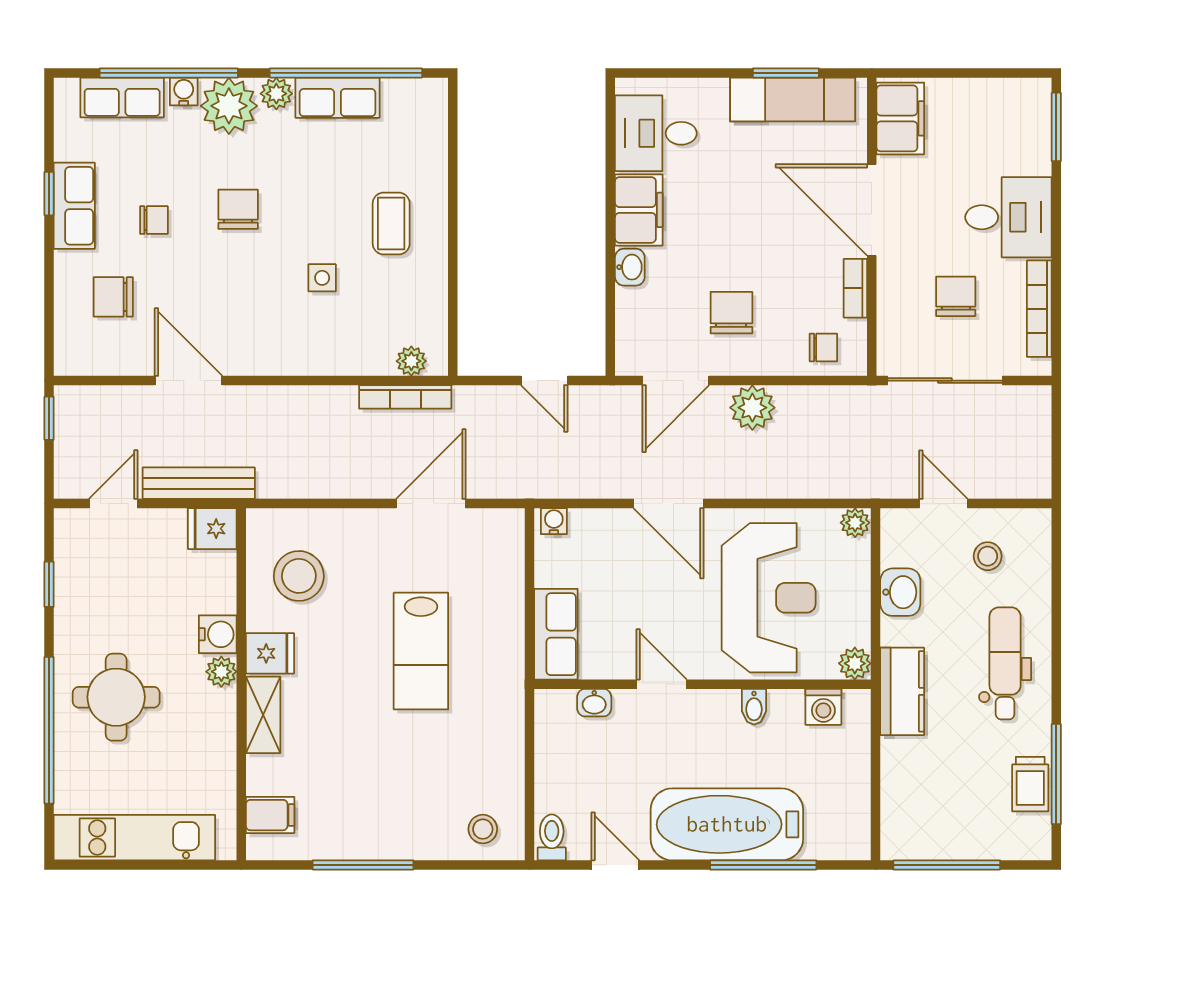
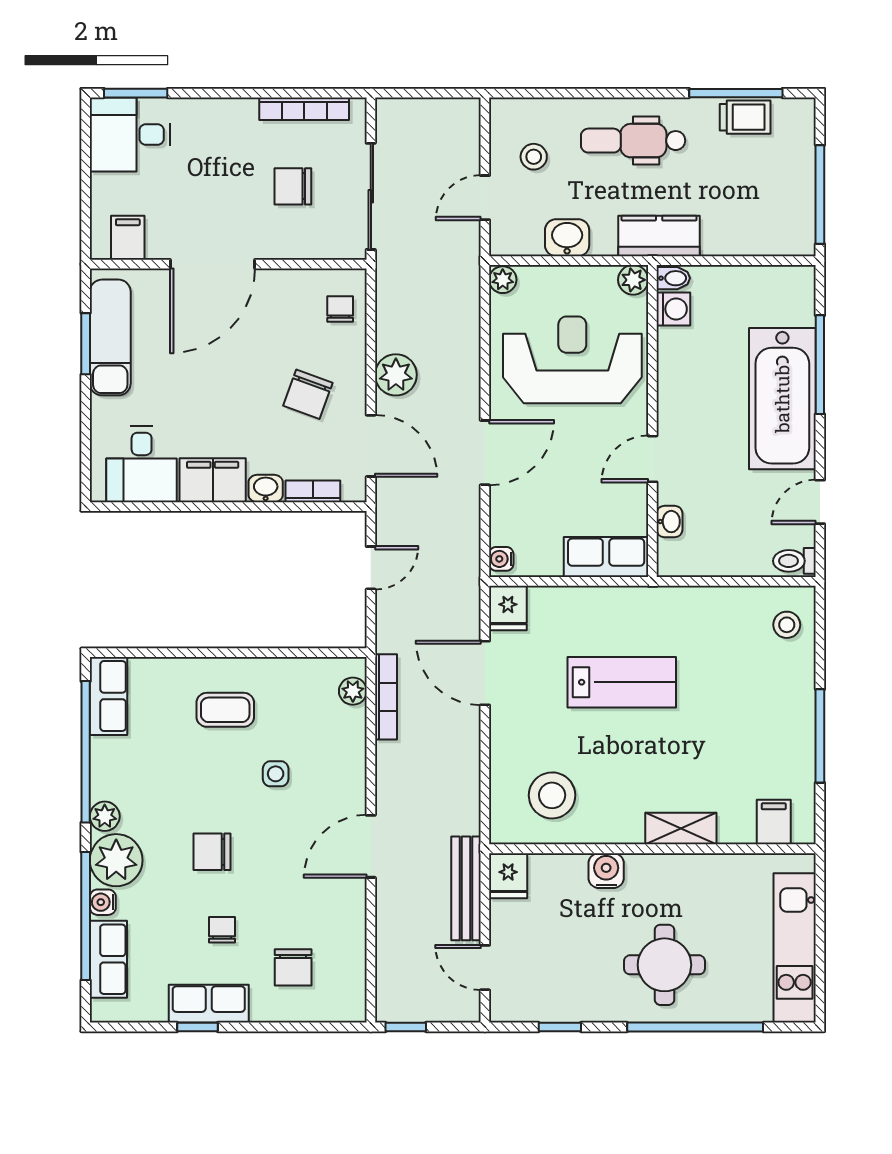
row of seats: (337, 98) -> (109, 696), moved
filing cabinet: (900, 118) -> (128, 238), width x0.50
desk: (1008, 217) -> (130, 134), moved, turned -90
bookcase: (855, 288) -> (313, 491), moved, turned 180
chair: (731, 313) -> (308, 394), turned -70
door: (189, 381) -> (371, 846), moved
fridge: (270, 653) -> (508, 608), moved, turned 180
plant: (221, 672) -> (641, 867), removed
bidet: (754, 707) -> (673, 278), moved

